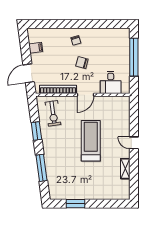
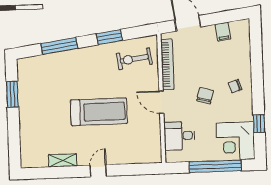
window: (104, 24) -> (259, 124), added
corner desk: (116, 42) -> (235, 141), added

